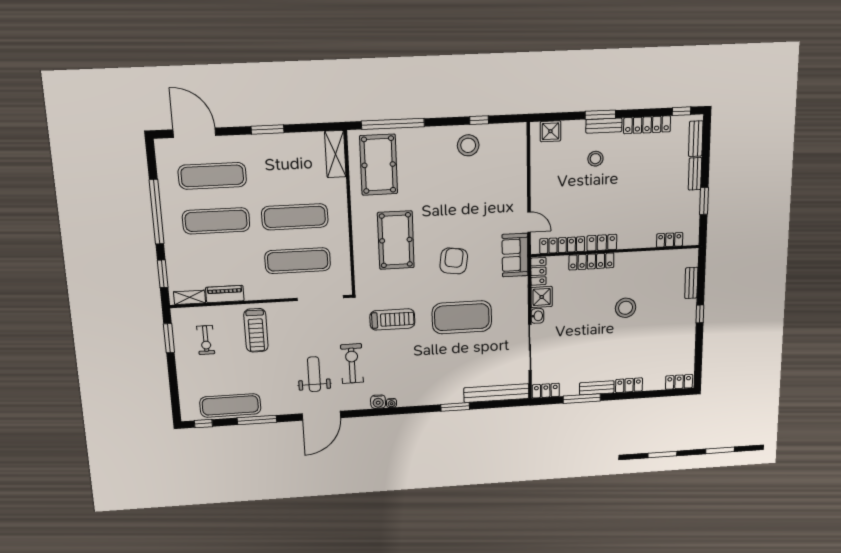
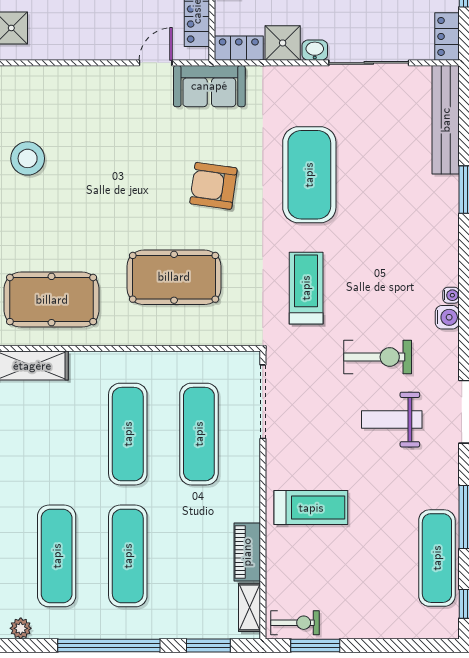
plant: (162, 155) -> (21, 628), added
exercise bike: (206, 340) -> (295, 623), moved
exercise bike: (352, 364) -> (378, 357), turned 180

